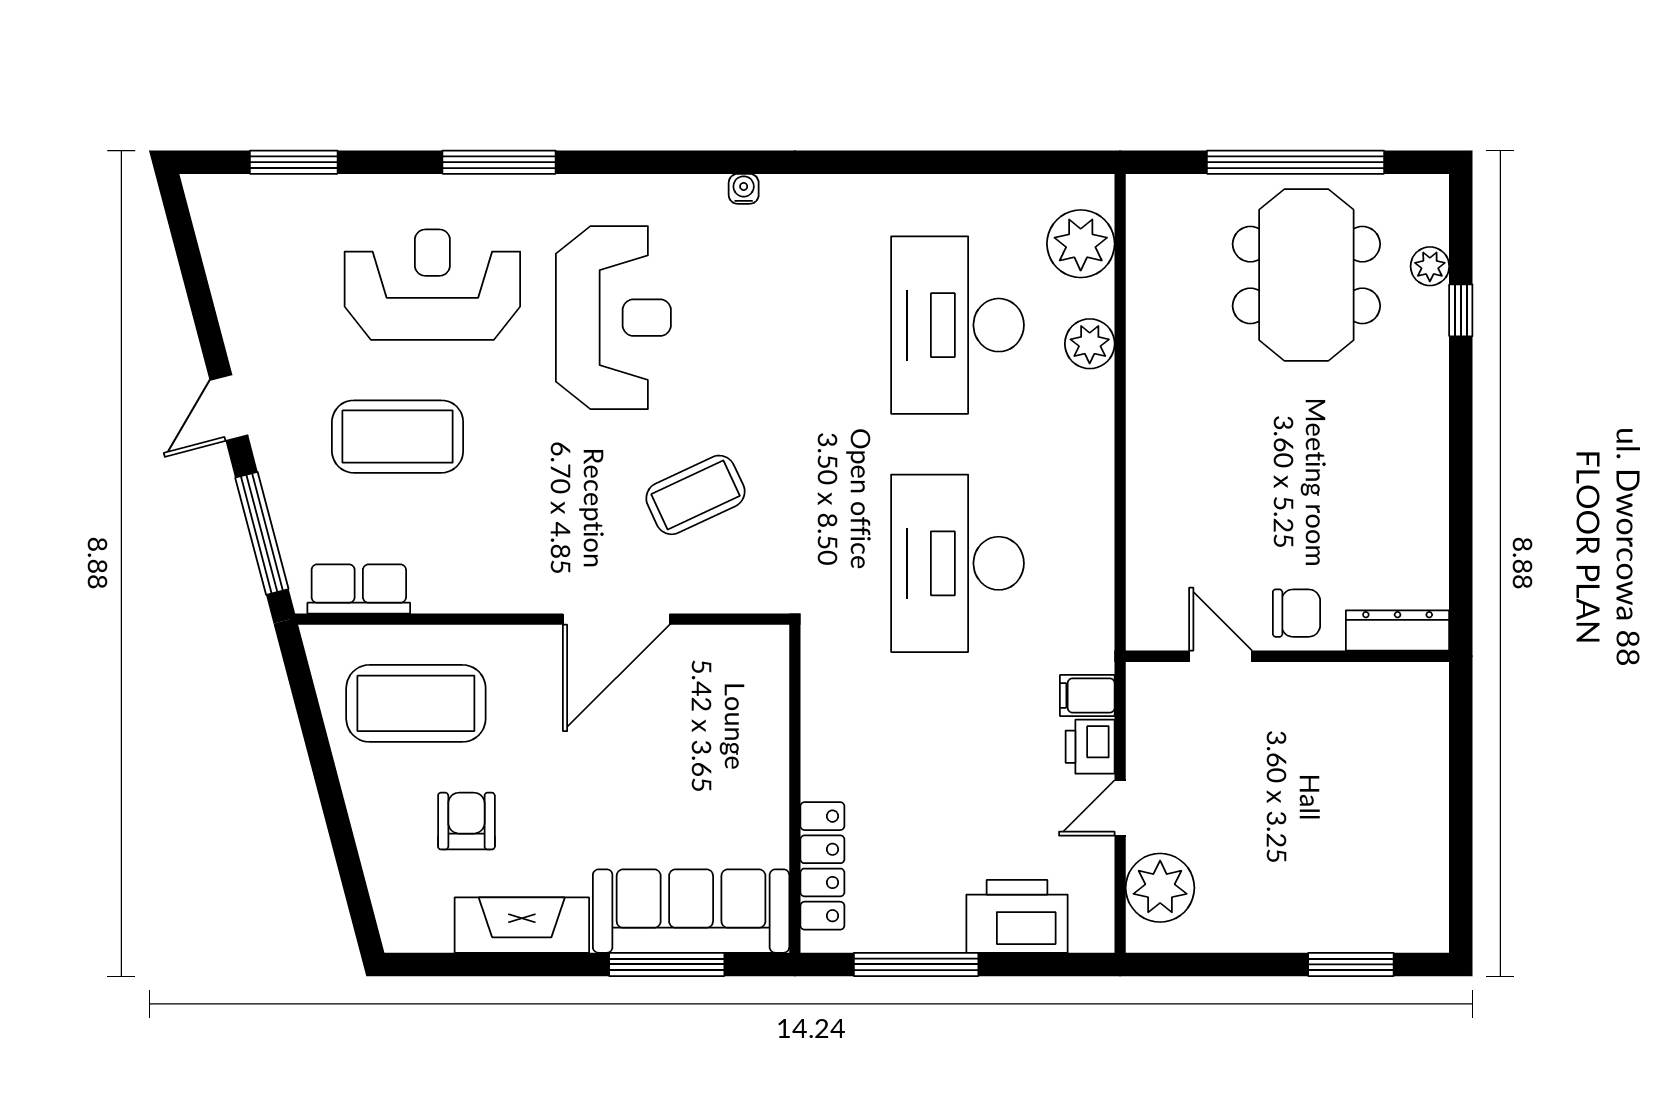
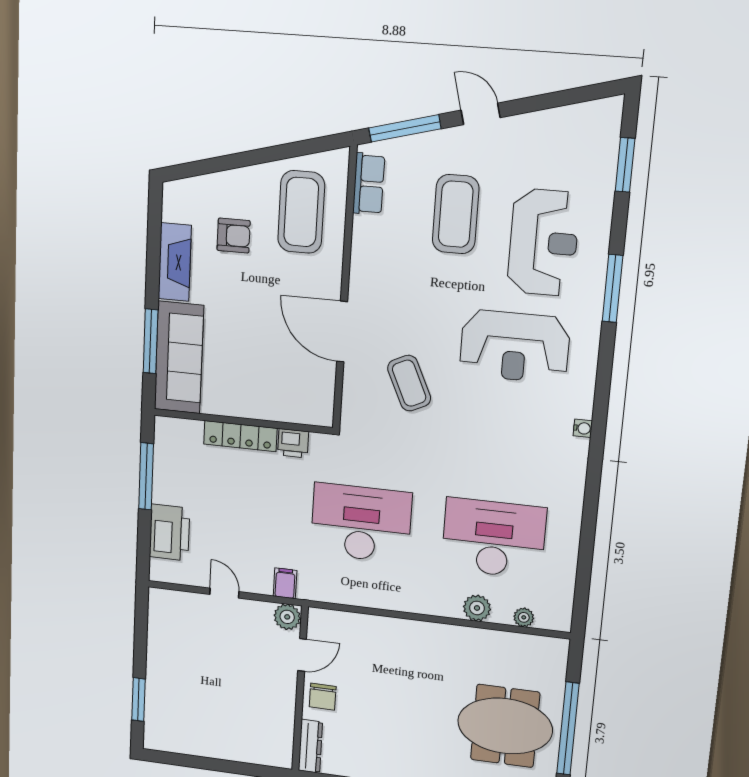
plant: (1081, 244) -> (524, 617), width x0.53, depth x0.53
printer: (1090, 747) -> (293, 443), moved, turned 180
locker: (822, 866) -> (240, 436), moved
plant: (1160, 888) -> (287, 617), moved, width x0.73, depth x0.73

